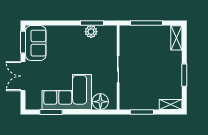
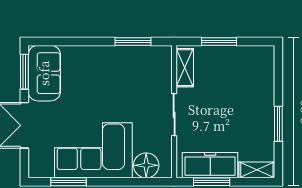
window: (147, 23) -> (219, 41), width x0.69
plant: (91, 32) -> (132, 55), removed
shelving: (176, 38) -> (185, 68), moved
freezer: (141, 101) -> (210, 165), added

